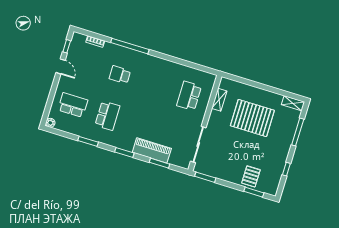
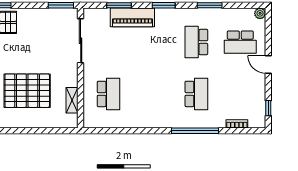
door: (61, 66) -> (268, 65), moved
school desk: (120, 75) -> (196, 94), width x1.85

